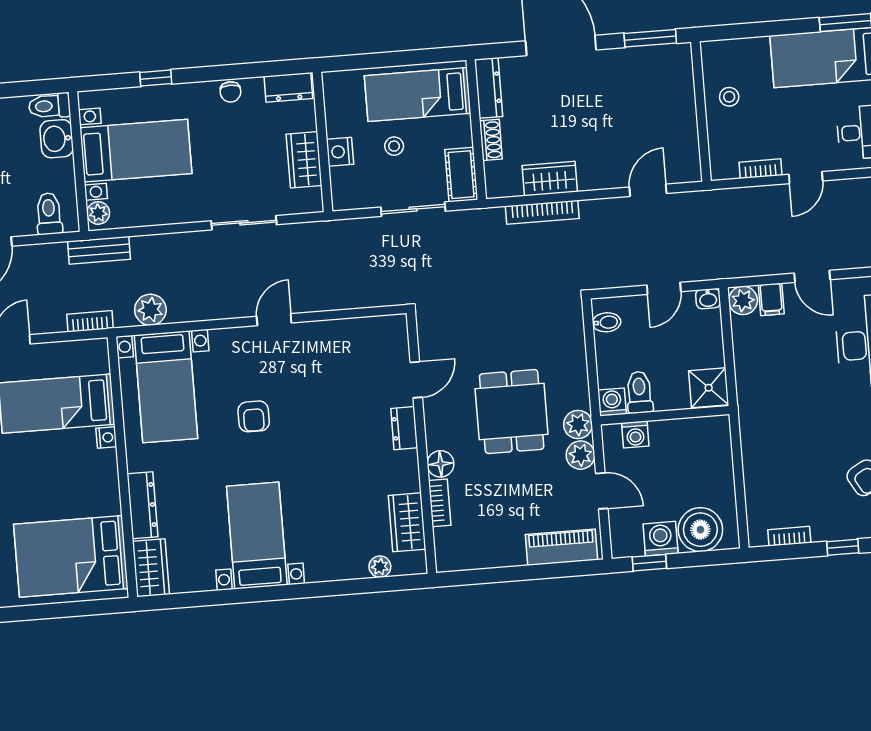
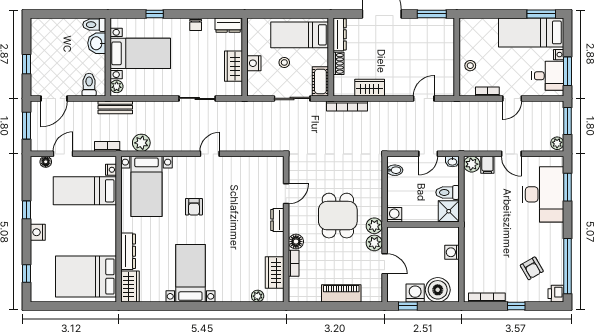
stool: (729, 97) -> (470, 66), moved
bookcase: (542, 212) -> (347, 106), moved
toilet: (639, 392) -> (448, 192), moved, turned -90
washing machine: (635, 434) -> (452, 252), moved, turned 90
nightstand: (106, 437) -> (111, 170), moved
bookcase: (789, 536) -> (487, 297), width x1.56
piano: (562, 547) -> (341, 293), moved

